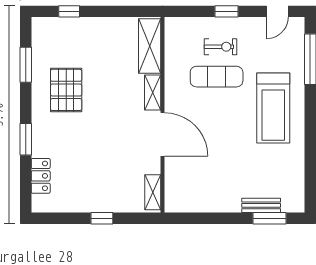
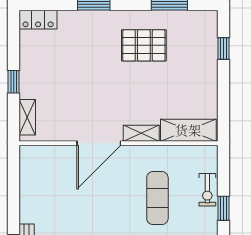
exercise bike: (220, 47) -> (207, 190), moved
locker: (41, 176) -> (38, 20), moved
shelving: (153, 192) -> (27, 117), moved, turned 90

